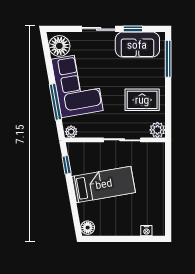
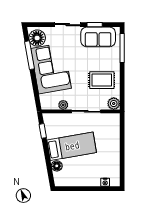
window: (55, 102) -> (29, 55), moved
plant: (71, 132) -> (63, 105), moved
floor lamp: (88, 228) -> (57, 166), moved

